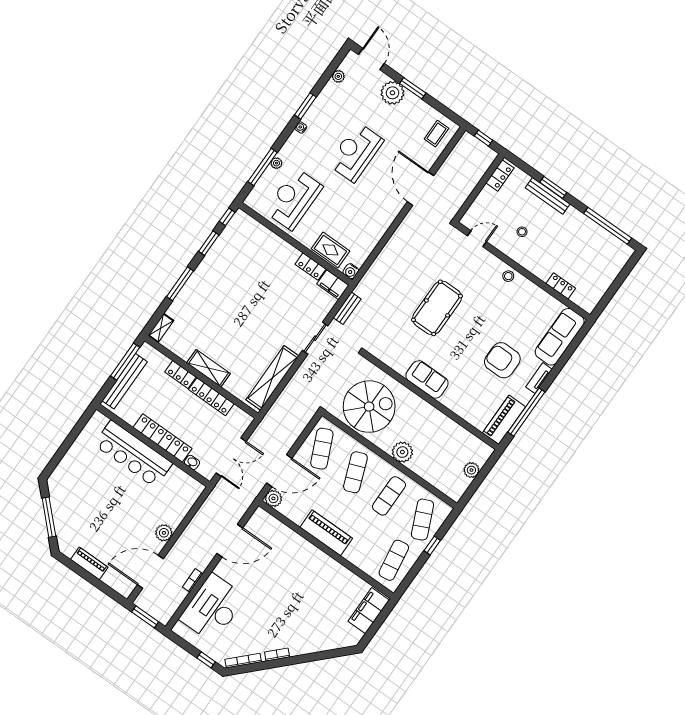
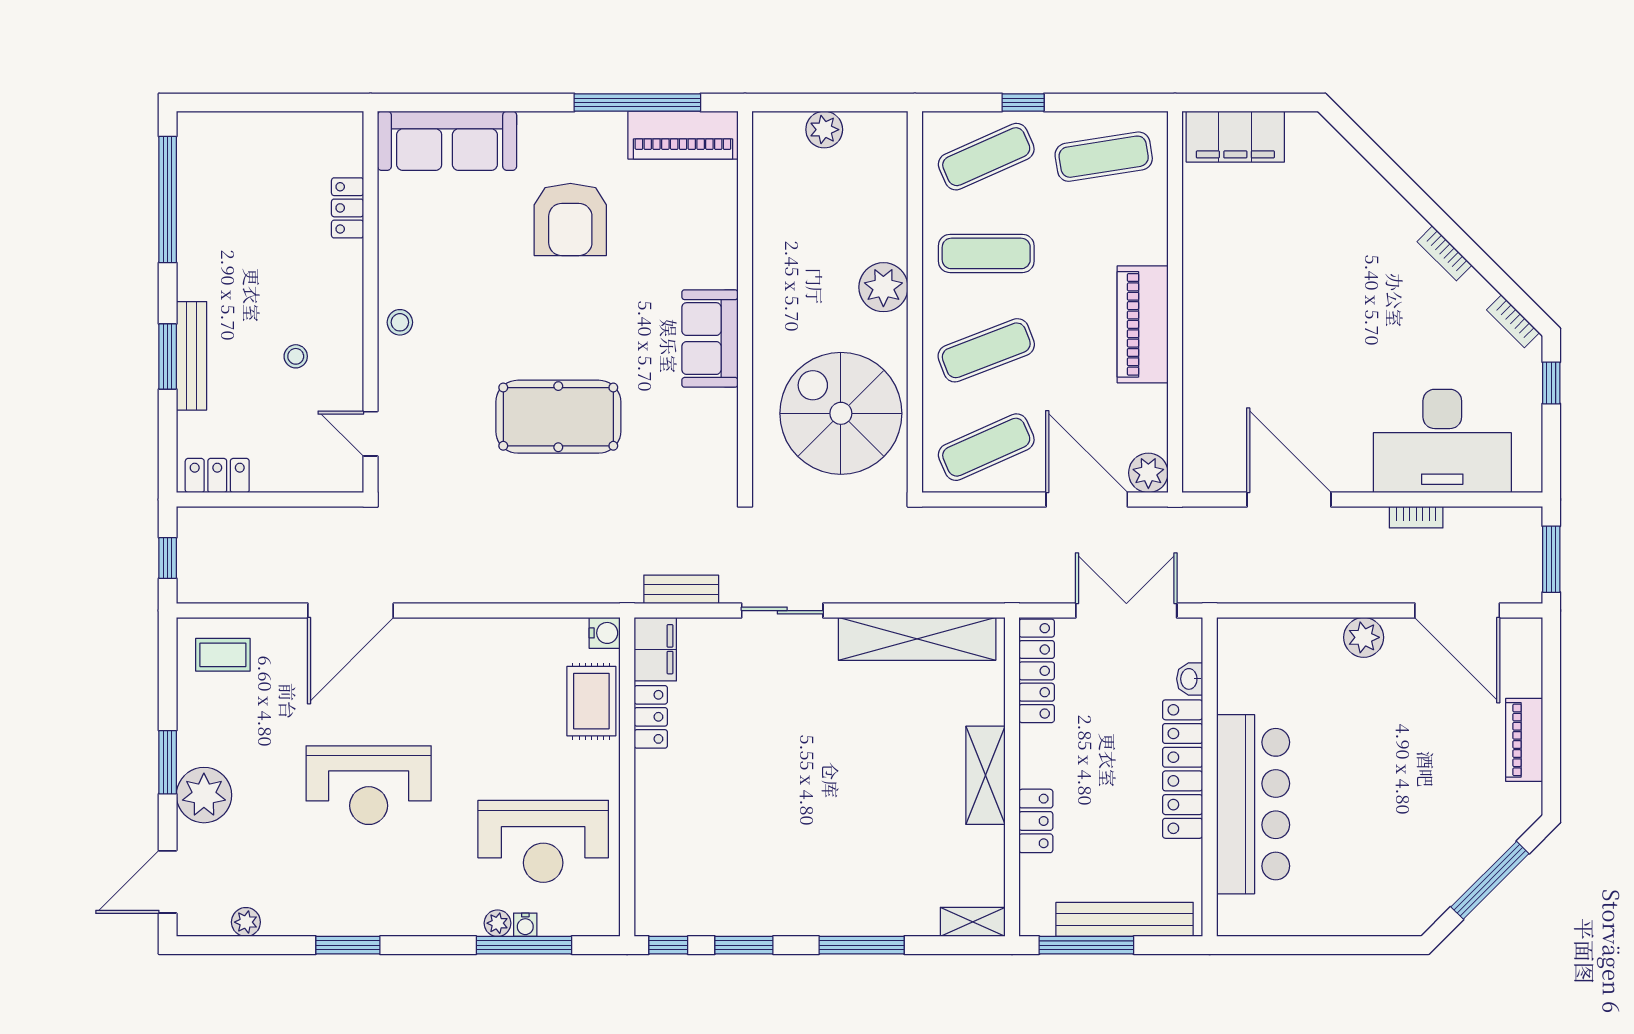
water cooler: (301, 127) -> (525, 925), moved
tv unit: (539, 378) -> (555, 125), removed
locker: (211, 397) -> (1037, 671), moved
bookcase: (243, 661) -> (1513, 321), width x0.64

